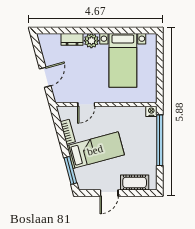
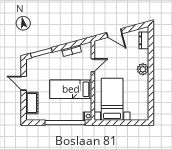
dresser: (72, 39) -> (144, 40), moved
bed with nightstands: (123, 60) -> (112, 99), moved, turned 90
door: (86, 105) -> (93, 65), swing flipped
bed: (95, 150) -> (71, 89), moved, turned 105

